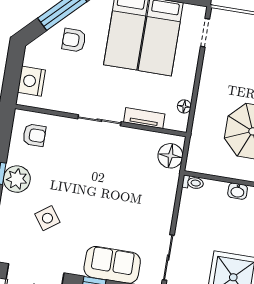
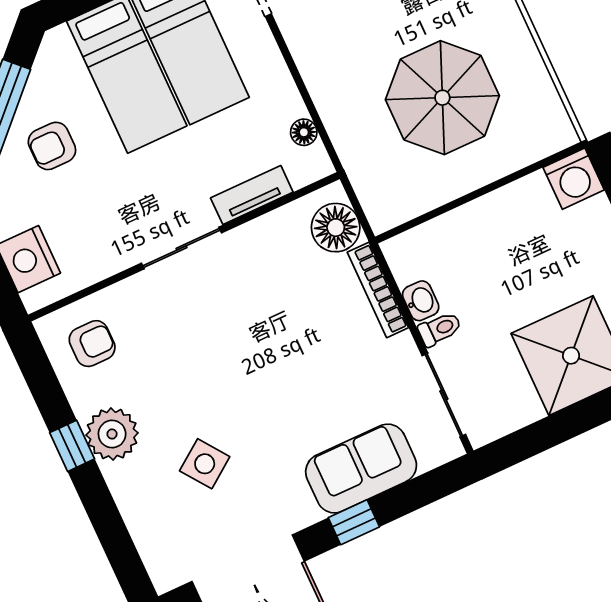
toilet: (193, 183) -> (440, 329), moved
washbasin: (238, 191) -> (421, 301), moved, turned -90
bookcase: (170, 194) -> (378, 290), added

